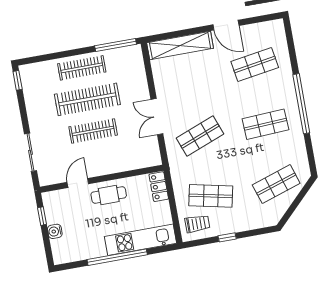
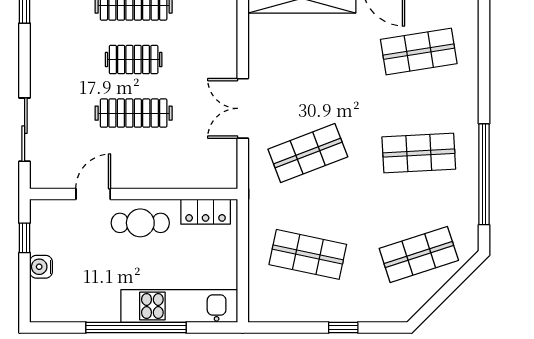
clothes rail: (87, 99) -> (134, 60), width x0.54, depth x0.76
window: (301, 104) -> (484, 174), moved
locker: (159, 187) -> (206, 212), moved, turned -90
trolley: (197, 224) -> (277, 296), removed
window: (227, 237) -> (343, 328), moved

